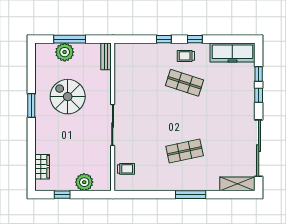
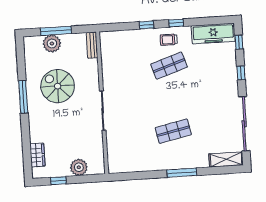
window: (259, 74) -> (239, 42), moved
shop shelf: (185, 83) -> (169, 66), turned -36
window: (31, 105) -> (23, 97), width x1.44
trolley: (126, 169) -> (118, 152), removed

